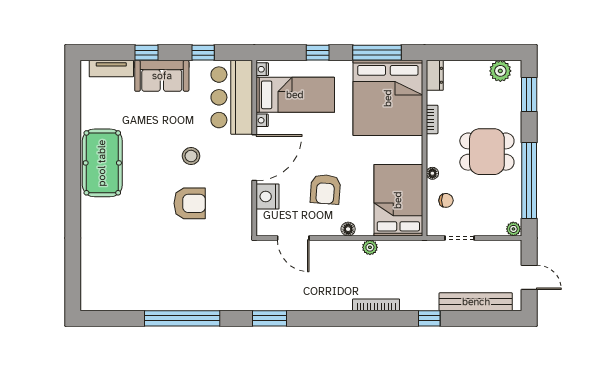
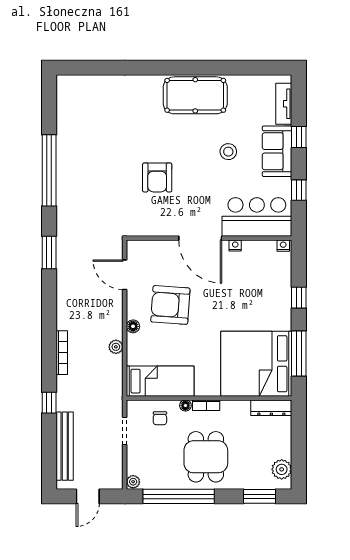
dresser: (435, 75) -> (271, 408), width x1.44
bed: (295, 95) -> (259, 277), removed
bookcase: (432, 119) -> (206, 405), moved
stool: (191, 156) -> (228, 152), moved
armchair: (325, 189) -> (170, 305), width x1.36, depth x1.36
nightstand: (267, 196) -> (164, 251), removed
bed: (398, 200) -> (160, 381), width x0.67
door: (293, 238) -> (125, 275), hinge flipped

